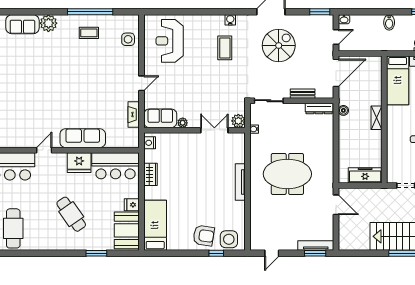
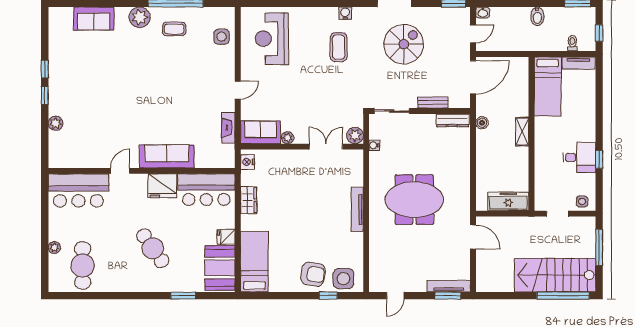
plant: (48, 23) -> (140, 17), moved

